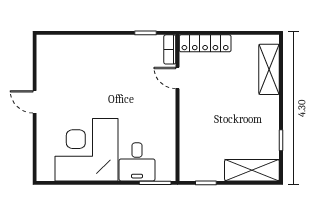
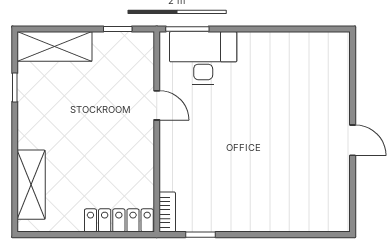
door: (177, 78) -> (157, 105), moved
corner desk: (86, 150) -> (282, 74), removed
desk: (137, 162) -> (203, 58), width x1.37

